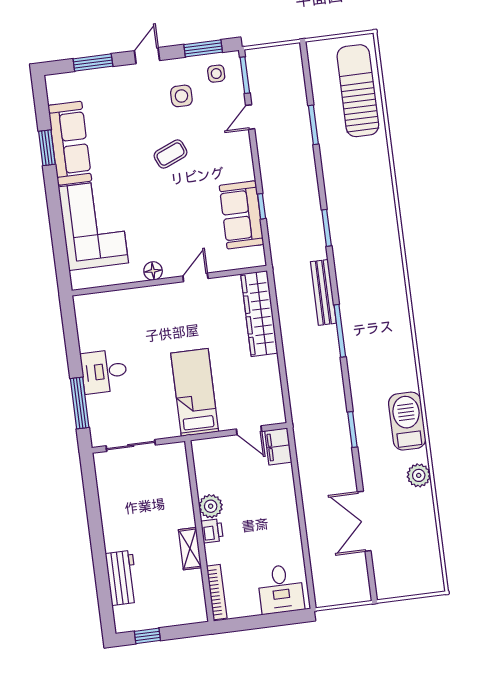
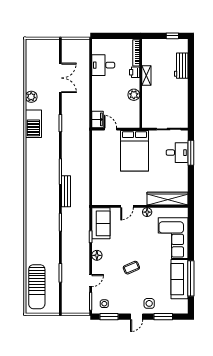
side table: (181, 96) -> (149, 303), moved
window: (47, 148) -> (191, 278), width x2.11
floor lamp: (244, 170) -> (97, 255), added
sofa: (241, 215) -> (101, 223), moved
wardrobe: (259, 314) -> (167, 199), moved, turned -90
desk: (104, 371) -> (177, 153), moved
bed: (195, 392) -> (134, 151), width x1.50
printer: (212, 531) -> (135, 72), moved
desk: (281, 589) -> (103, 65), moved, turned -90

